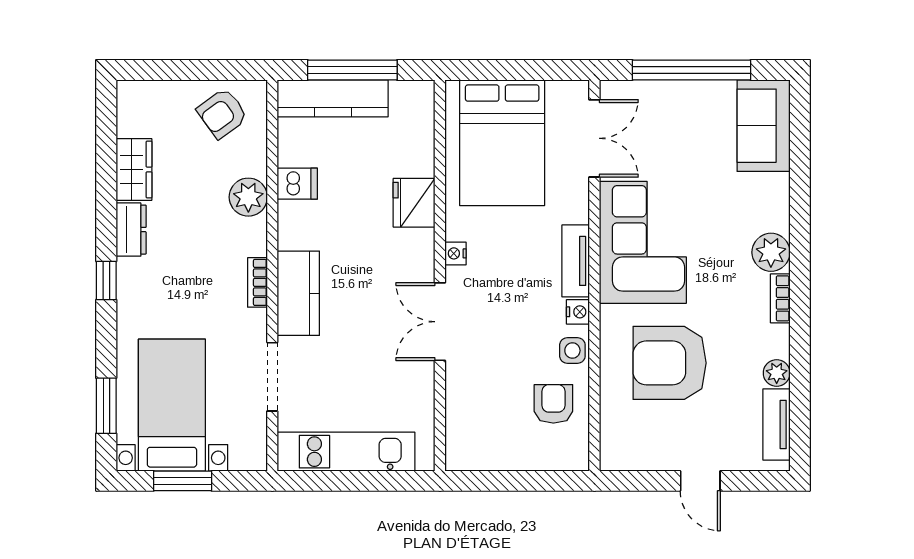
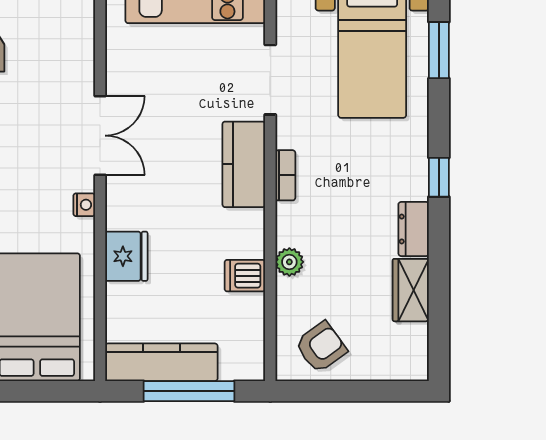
kitchen counter: (333, 98) -> (161, 362), moved
plant: (248, 197) -> (289, 262), width x0.73, depth x0.73

